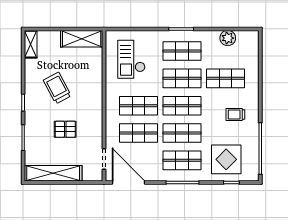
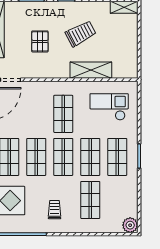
plant: (228, 38) -> (130, 225), moved
shelving: (82, 39) -> (91, 70), moved, turned 90
shop shelf: (138, 133) -> (36, 114), removed

